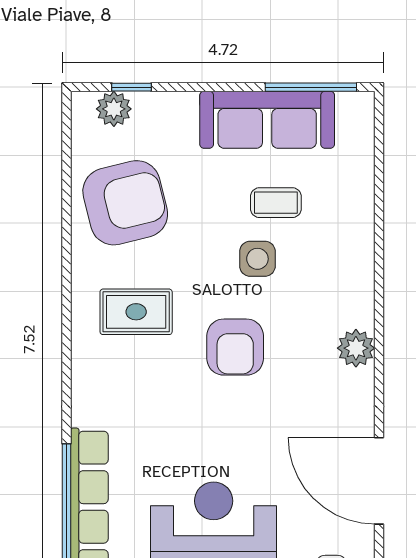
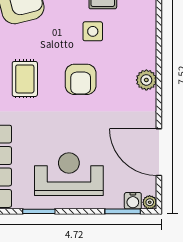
rug: (136, 312) -> (25, 79), moved, turned 90

